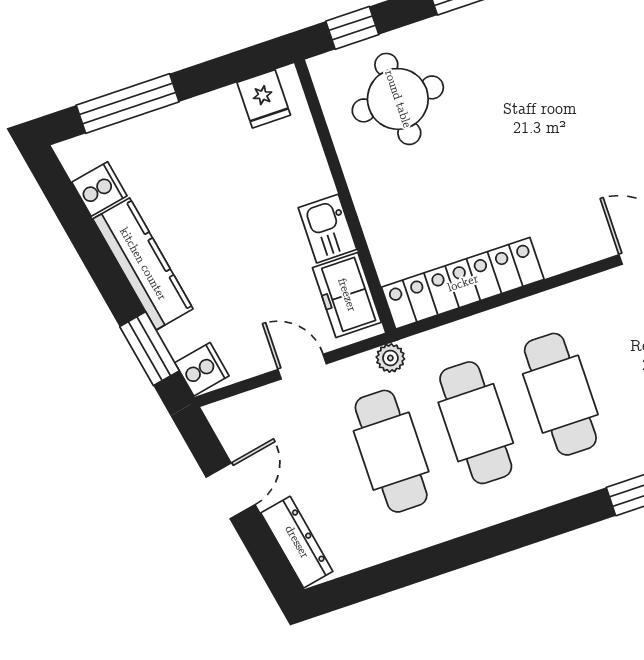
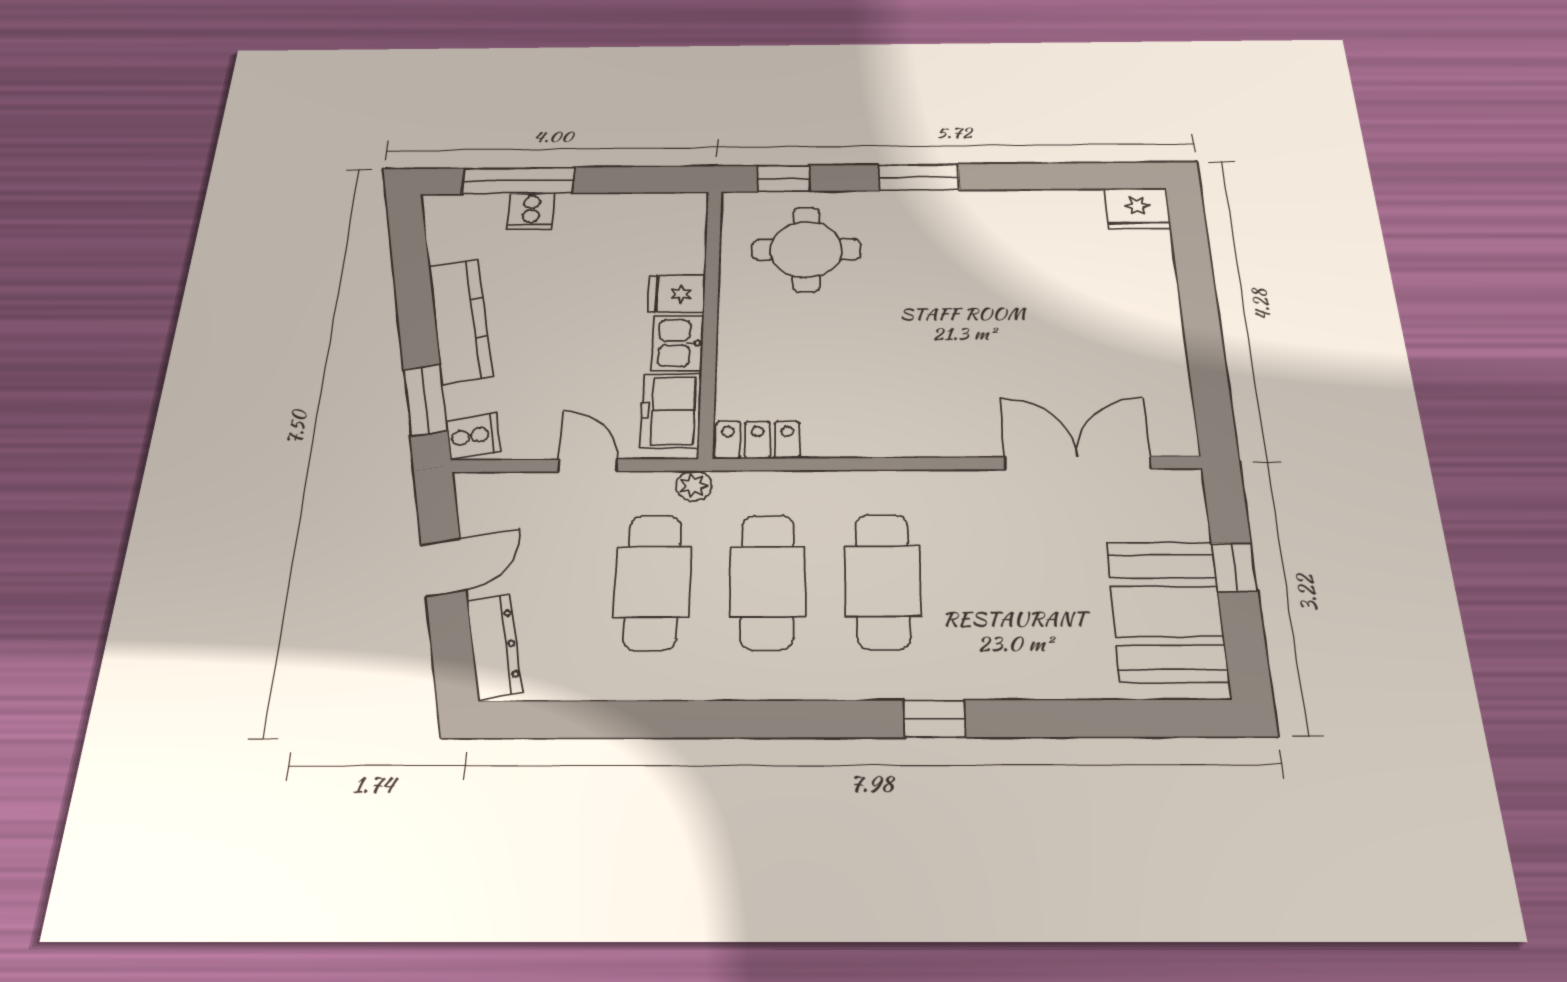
fridge: (264, 99) -> (677, 294), moved, turned 90
cooker: (99, 189) -> (531, 211), moved, turned 101
locker: (463, 283) -> (757, 440), width x0.46, depth x0.83

